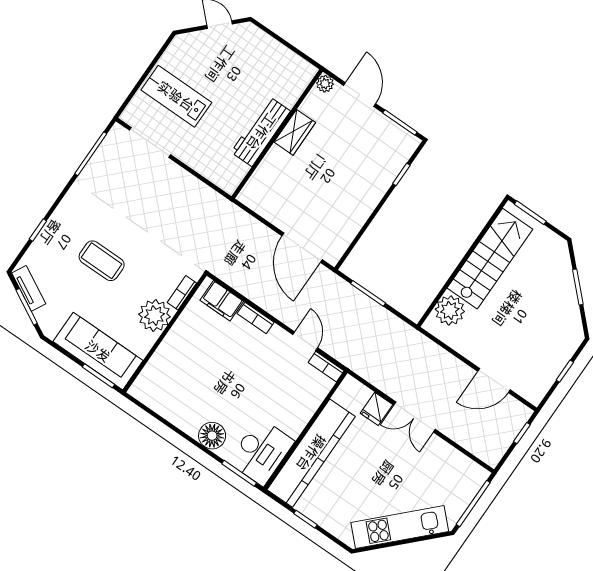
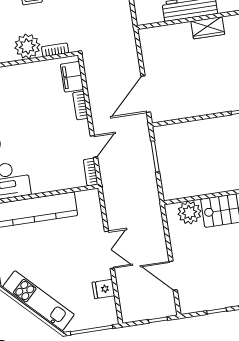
fridge: (376, 409) -> (103, 289), moved
double door: (415, 417) -> (109, 250), swing flipped

